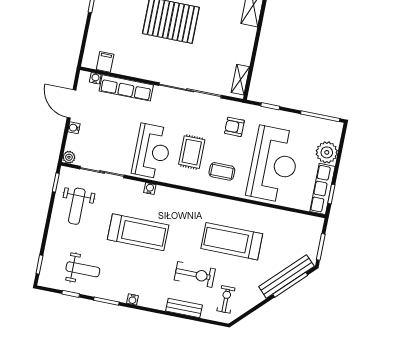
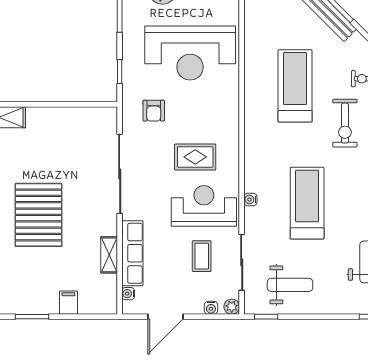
filing cabinet: (105, 62) -> (68, 303), moved, turned 90
shelving: (240, 80) -> (109, 255), moved, turned 90
water cooler: (74, 128) -> (211, 308), moved
reception desk: (274, 164) -> (190, 53), turned 180
coffee table: (222, 171) -> (202, 256), moved
treadmill: (232, 241) -> (295, 86), turned 180
exercise bike: (195, 274) -> (345, 123), turned 180

